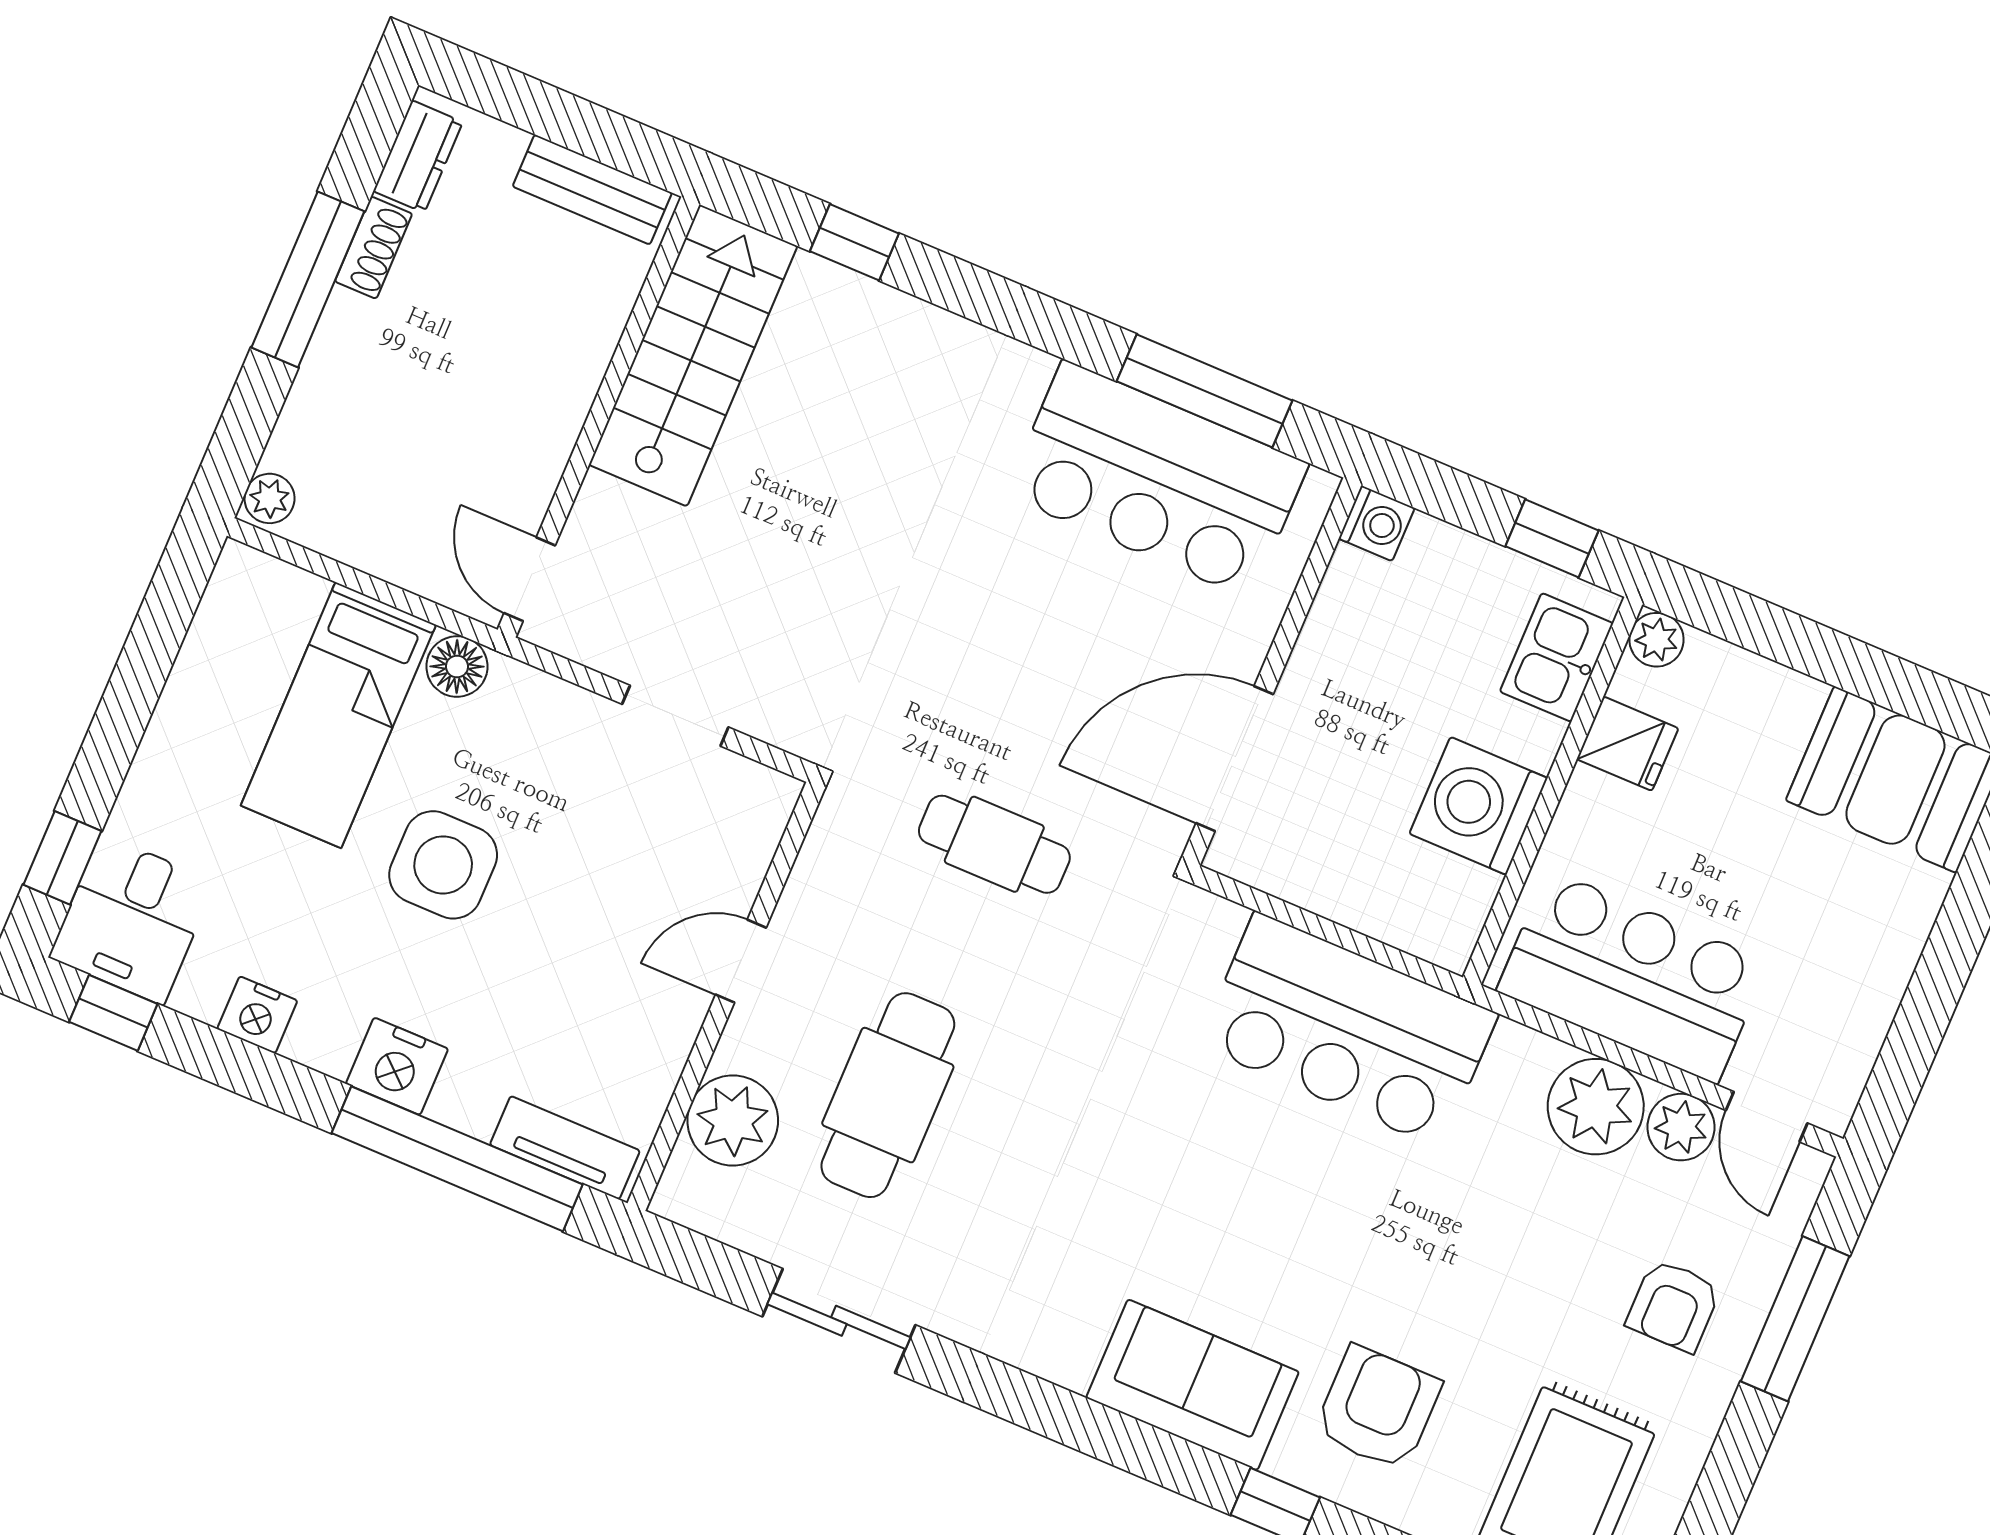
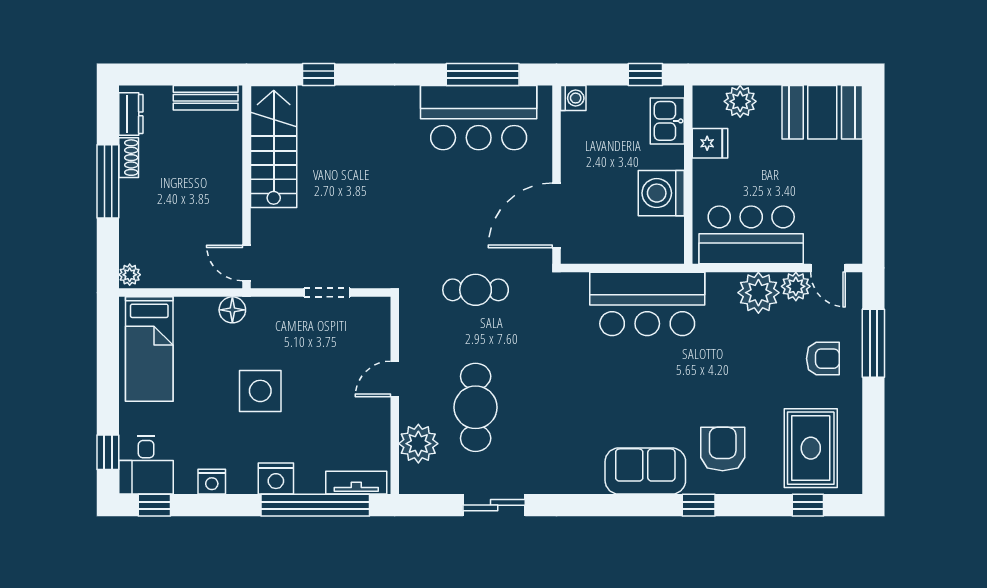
plant: (1657, 640) -> (740, 101), moved, width x1.38, depth x1.38
bed: (338, 715) -> (149, 349), moved
armchair: (1673, 1306) -> (823, 359), turned -90

